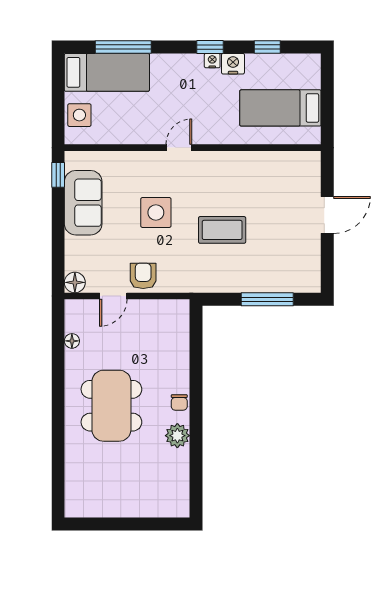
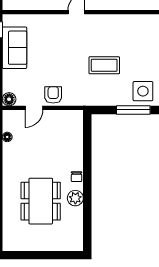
side table: (156, 212) -> (143, 91), moved
dining table: (111, 406) -> (41, 201), moved

